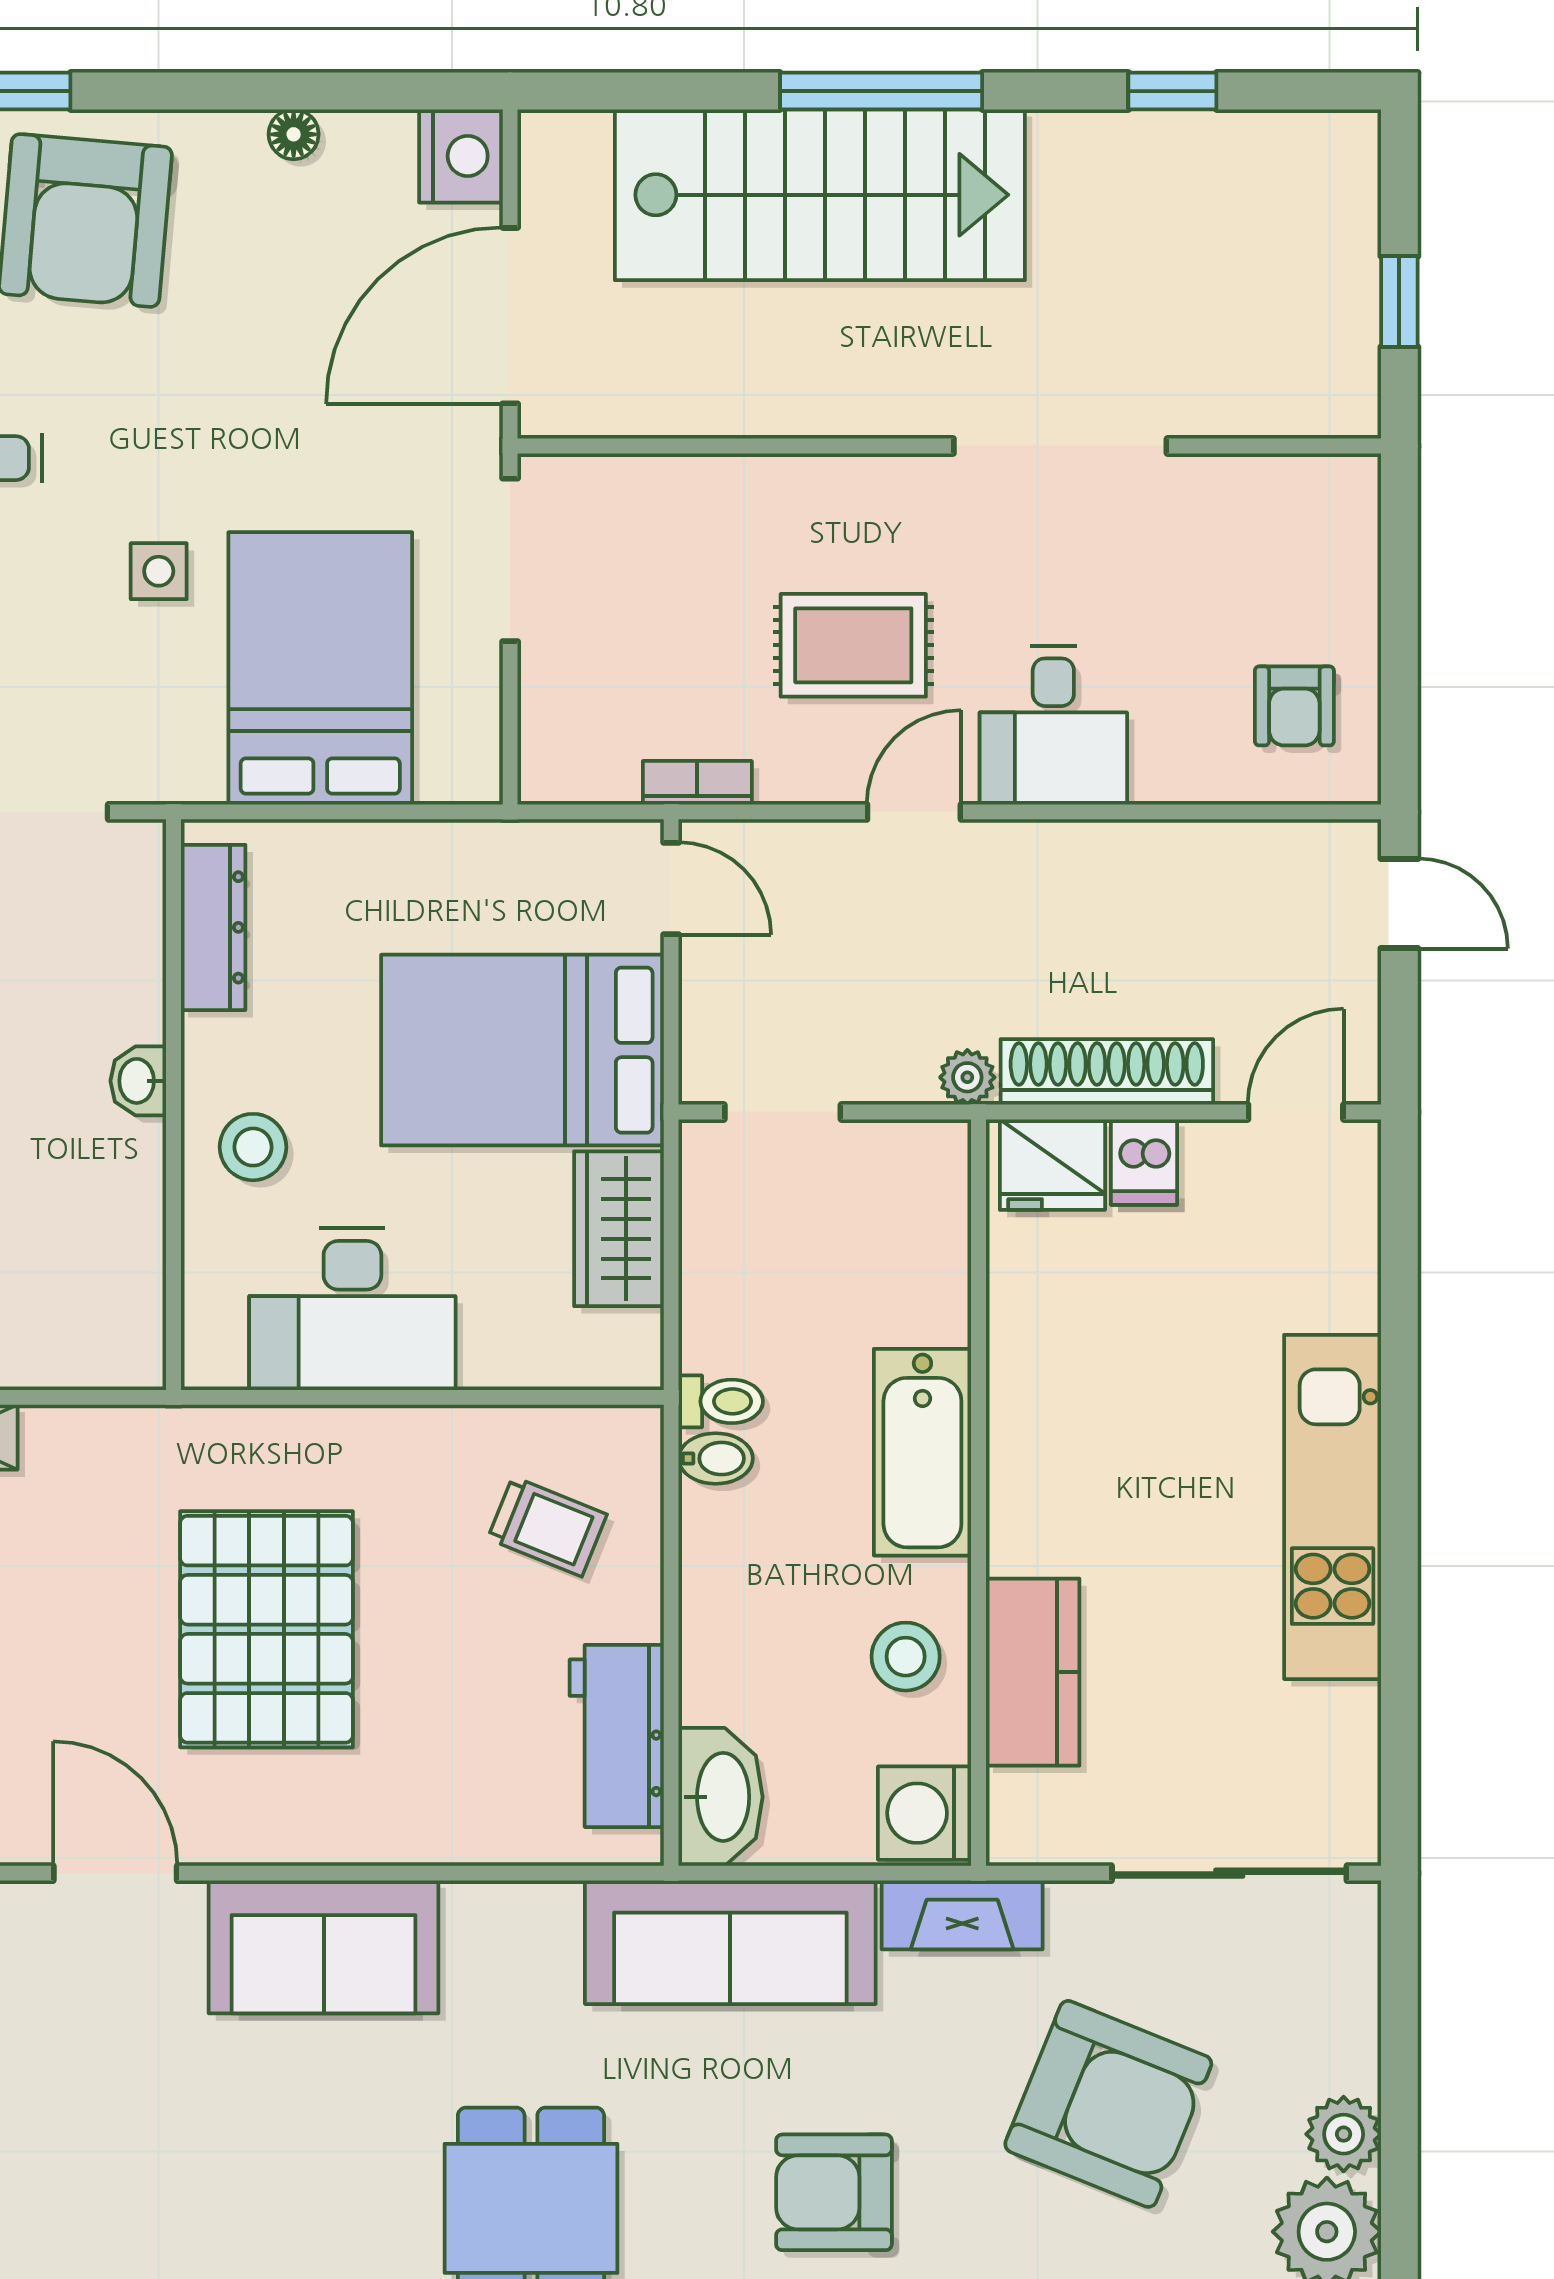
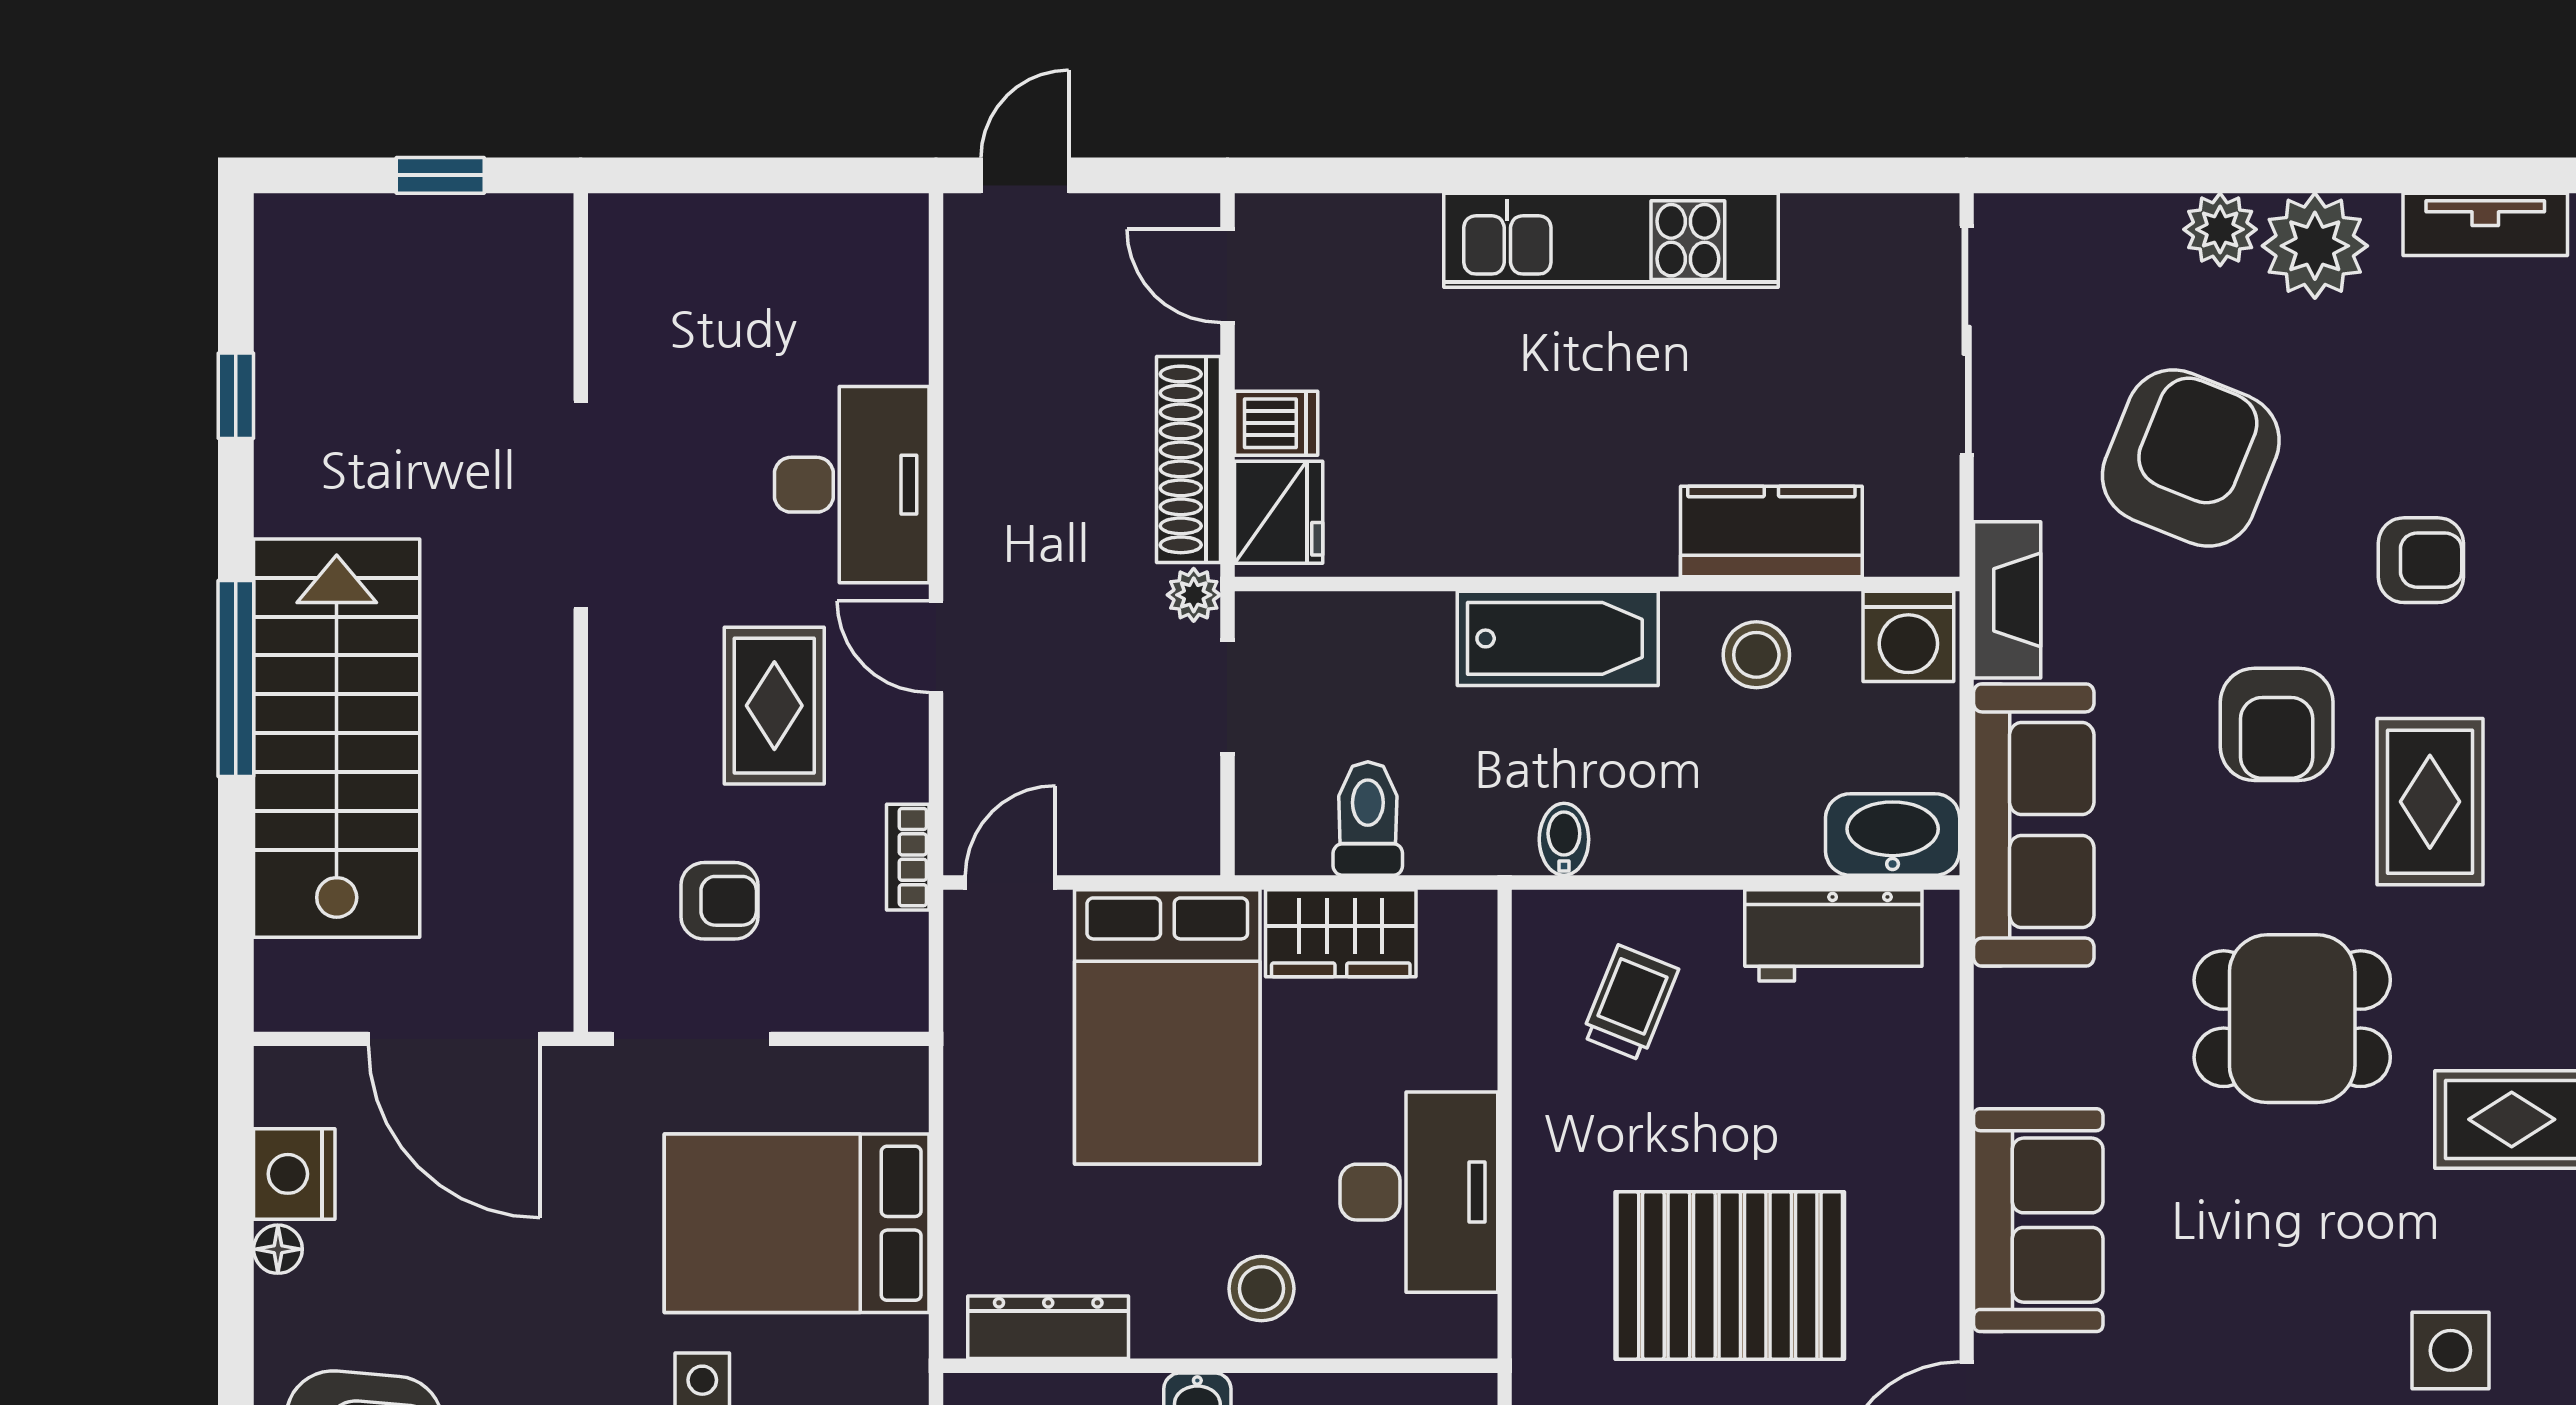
nightstand: (461, 156) -> (294, 1174), moved, turned -90
armchair: (1294, 706) -> (719, 901), moved
desk: (1053, 725) -> (852, 485), width x1.37
doorway: (783, 1112) -> (1227, 697), moved
toilet: (721, 1401) -> (1368, 819), moved, width x1.37, depth x1.39

